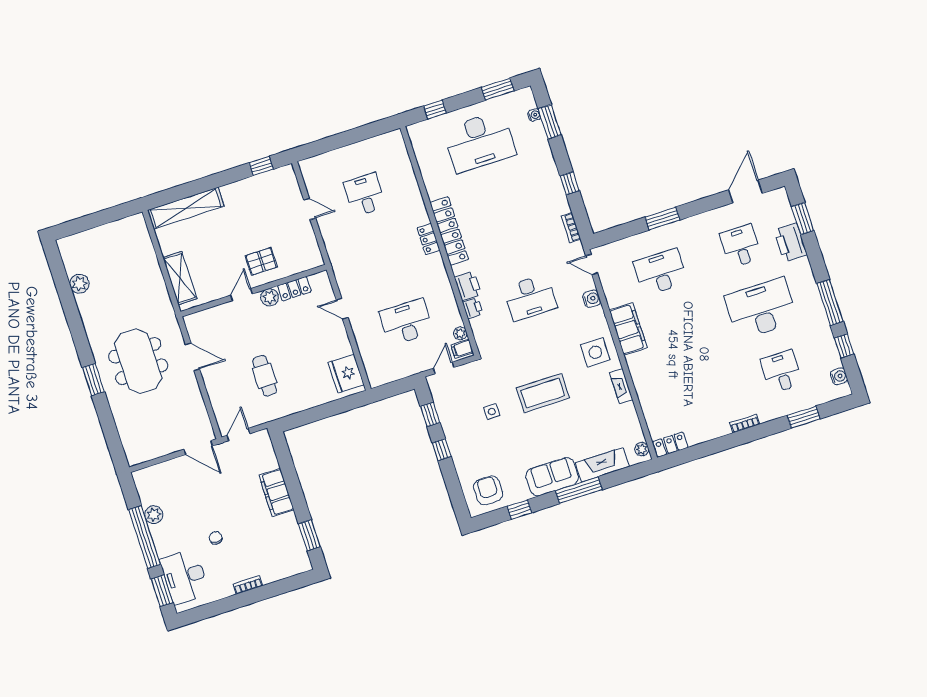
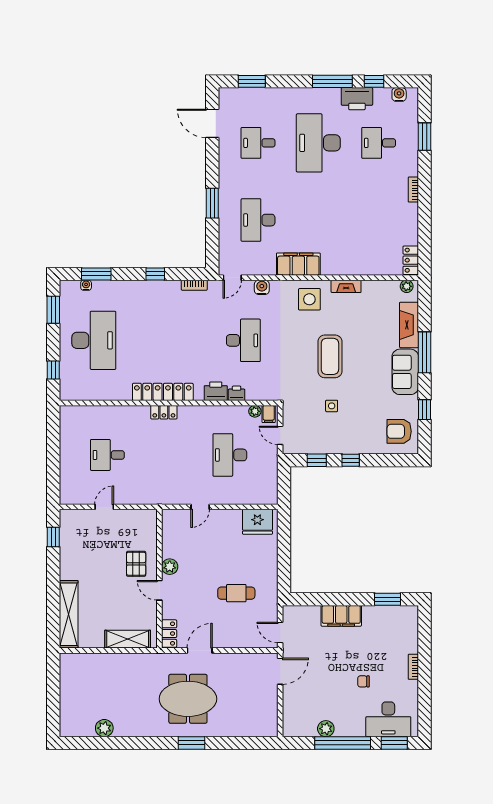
printer: (791, 242) -> (357, 99), moved
locker: (294, 289) -> (169, 634), moved

